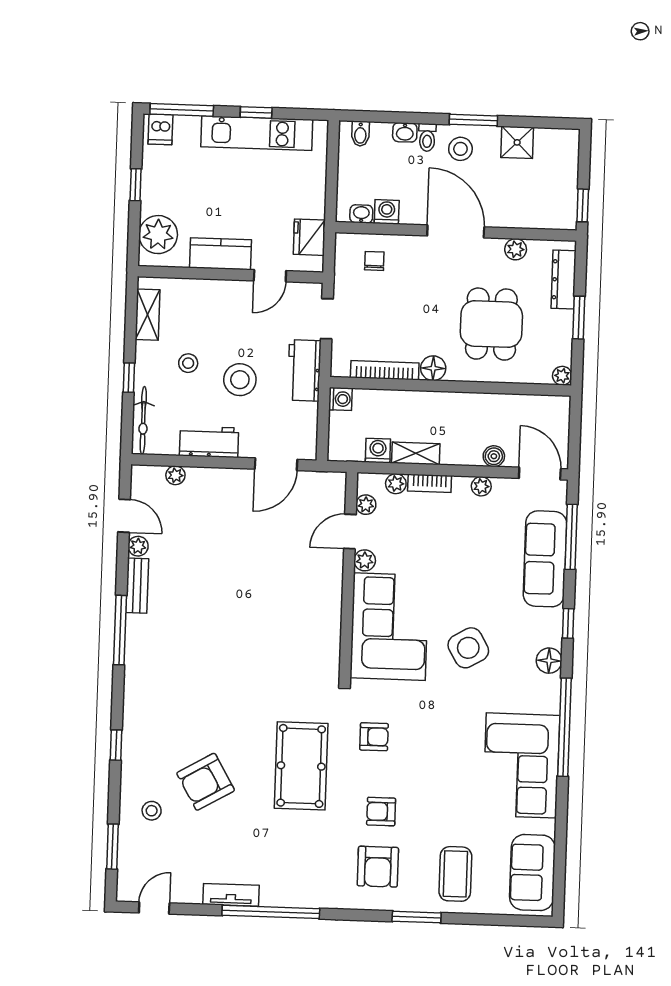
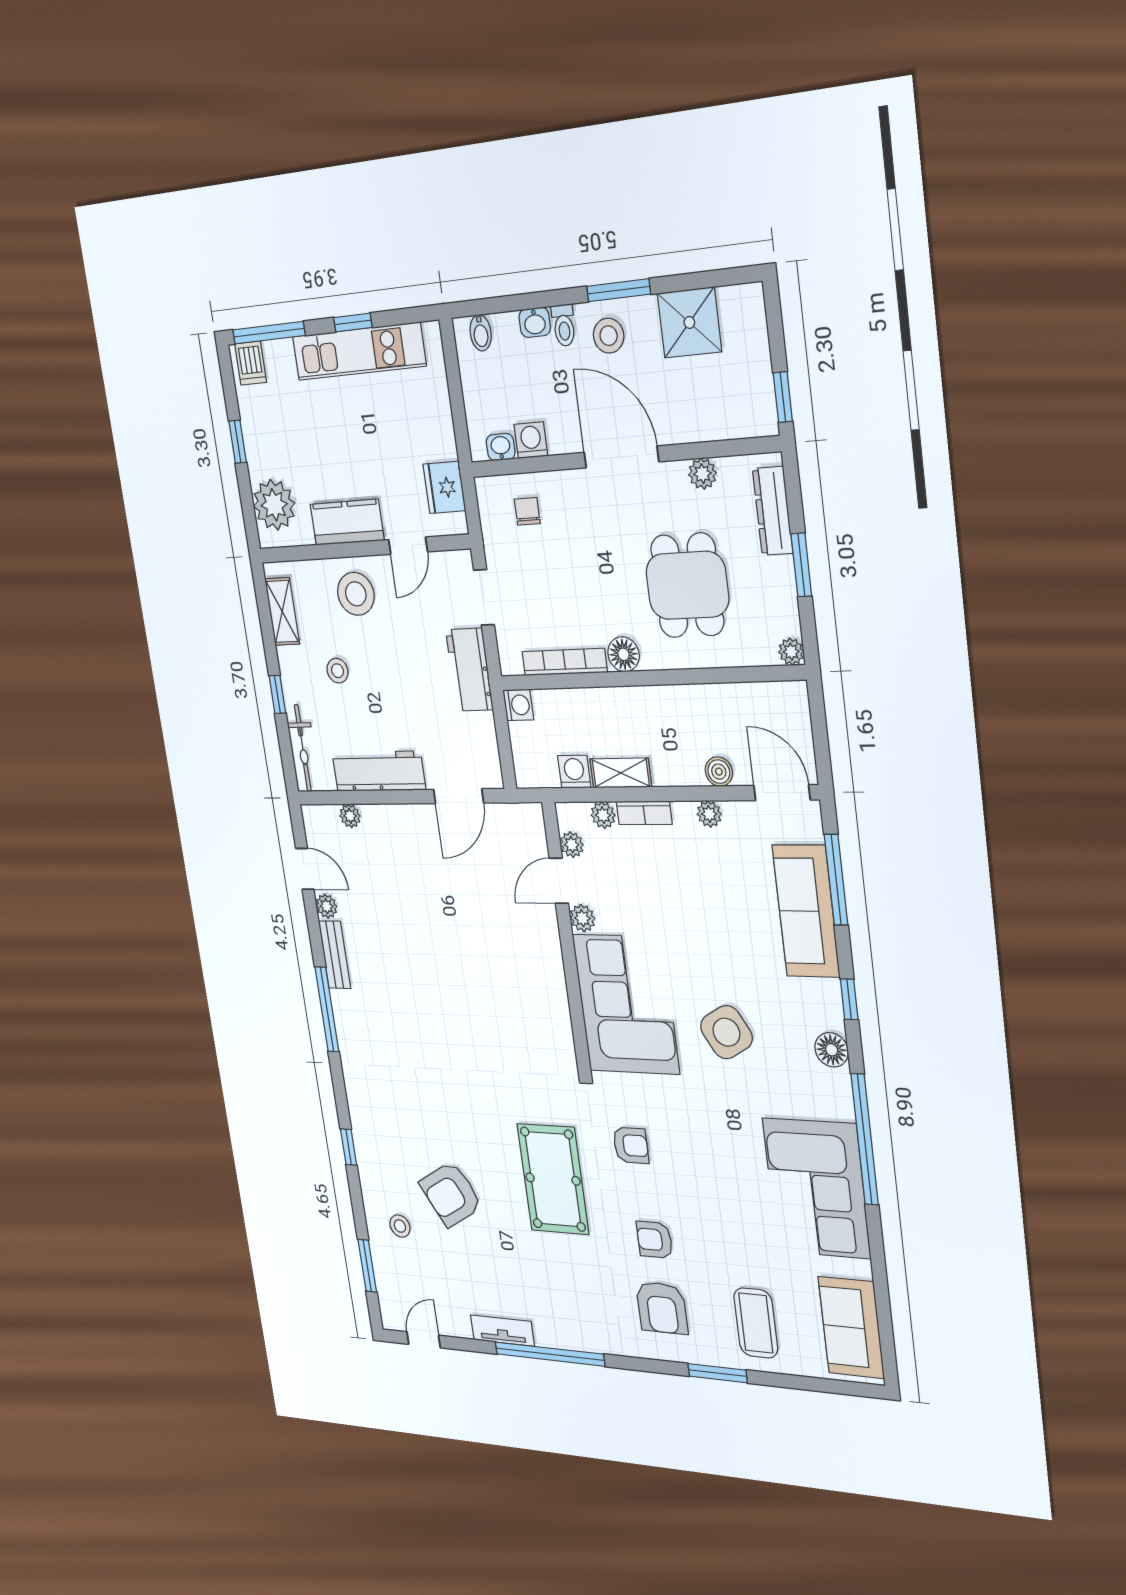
shower: (517, 142) -> (689, 322), width x1.36, depth x1.36
stool: (240, 380) -> (356, 594), moved
workbench: (209, 442) -> (379, 771), width x1.38

